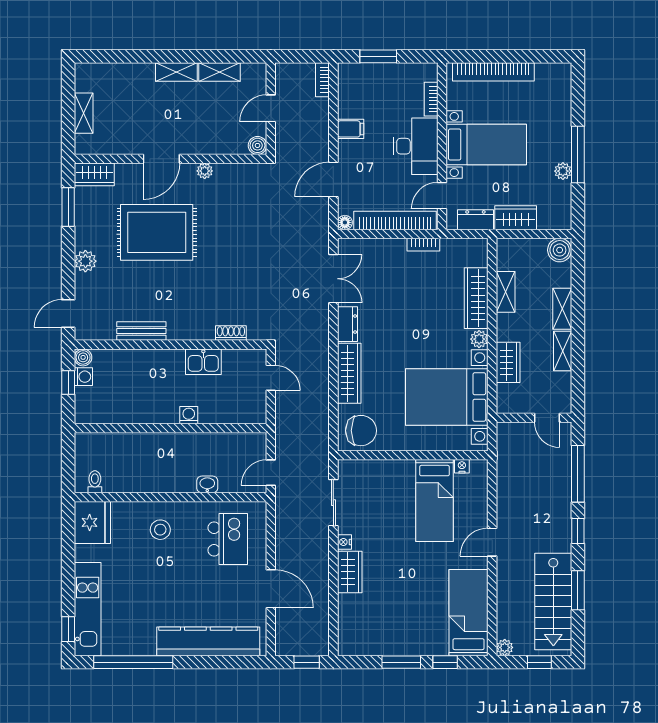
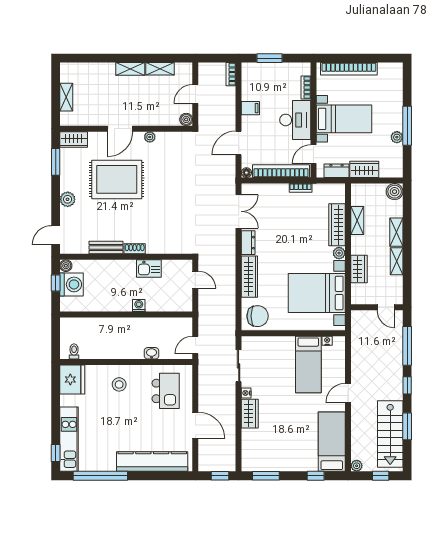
shoe rack: (231, 333) -> (135, 249), moved
washing machine: (83, 377) -> (72, 284), width x1.89, depth x1.89
window: (401, 662) -> (266, 476), moved

